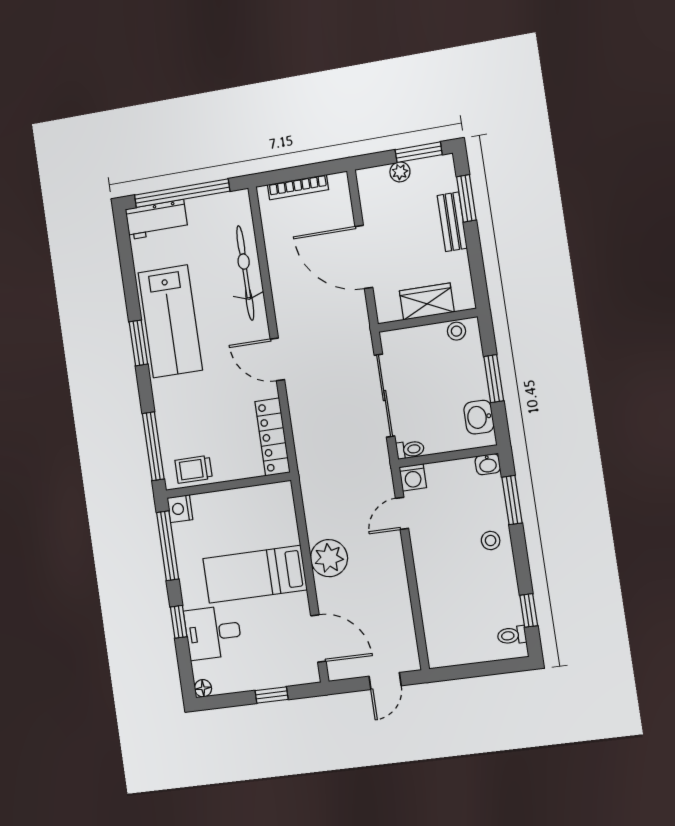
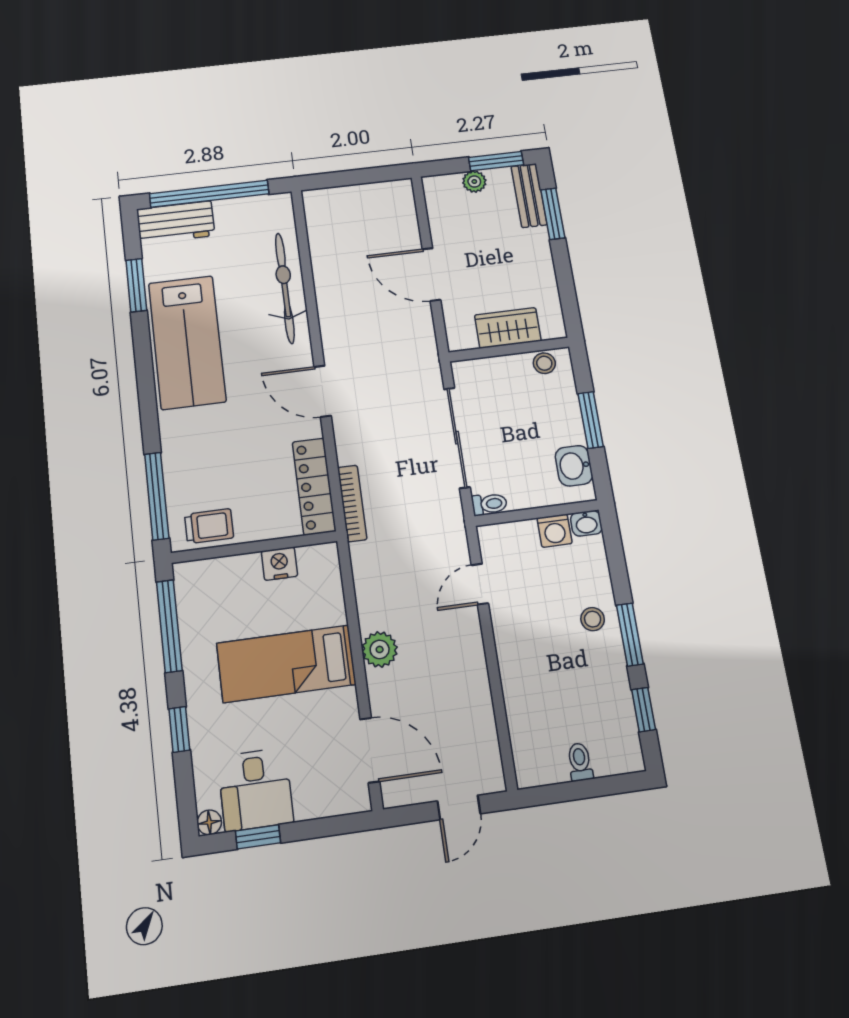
bookcase: (298, 187) -> (352, 503), moved, turned -90
bench: (452, 222) -> (529, 195), moved
door: (364, 257) -> (431, 274), width x0.73
window: (138, 343) -> (136, 285), moved
trolley: (194, 469) -> (209, 526), turned 180
washing machine: (413, 477) -> (555, 531), moved
window: (512, 500) -> (630, 634), moved
nightstand: (180, 509) -> (279, 564), moved, turned 90
plant: (329, 558) -> (380, 649), width x0.73, depth x0.73
desk: (213, 633) -> (256, 790), moved, turned -90
toilet: (512, 635) -> (580, 762), moved, turned 90
window: (272, 695) -> (258, 837), moved

